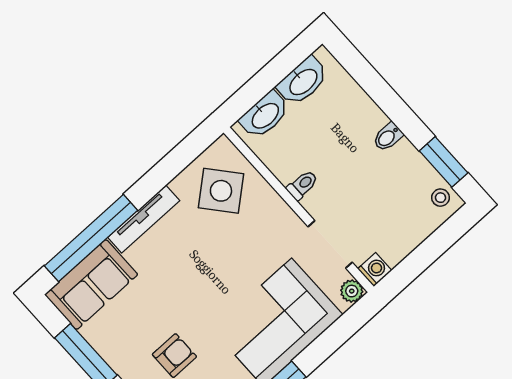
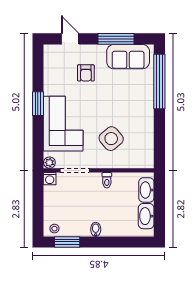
side table: (221, 191) -> (111, 139), moved
tv unit: (144, 219) -> (148, 108), removed
sofa: (91, 285) -> (128, 57), moved, turned -90

